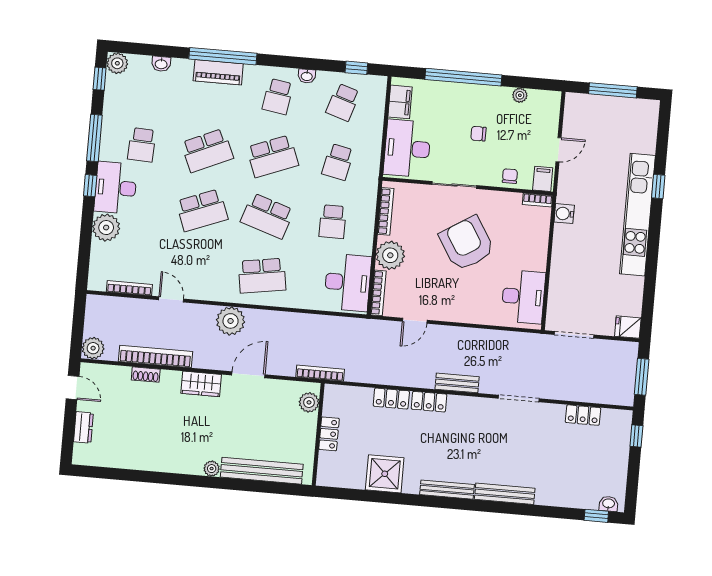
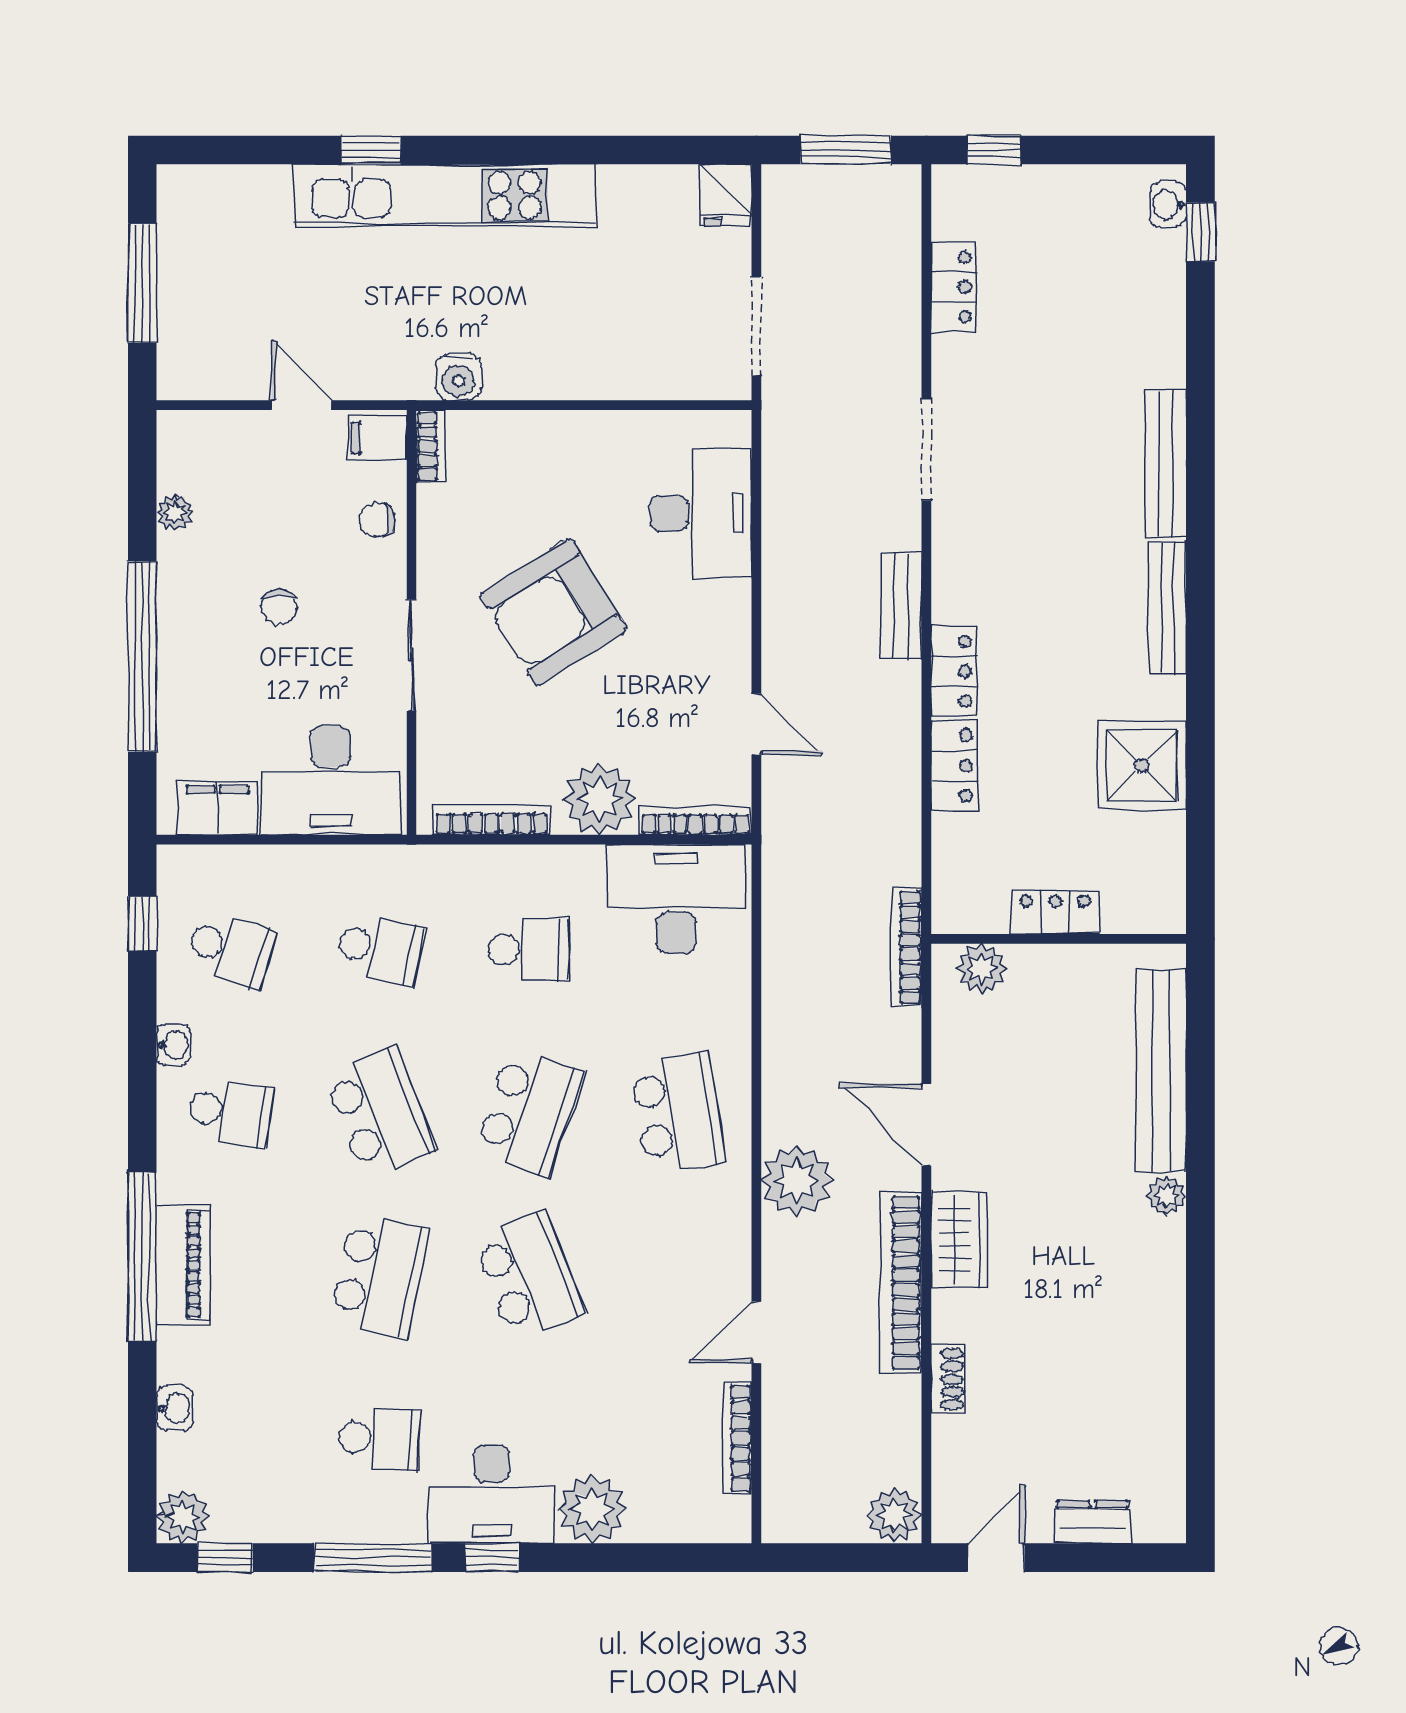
school desk: (207, 151) -> (379, 1275), turned 36
desk: (523, 297) -> (701, 513), moved, turned 90
bookcase: (156, 356) -> (901, 1283), moved

